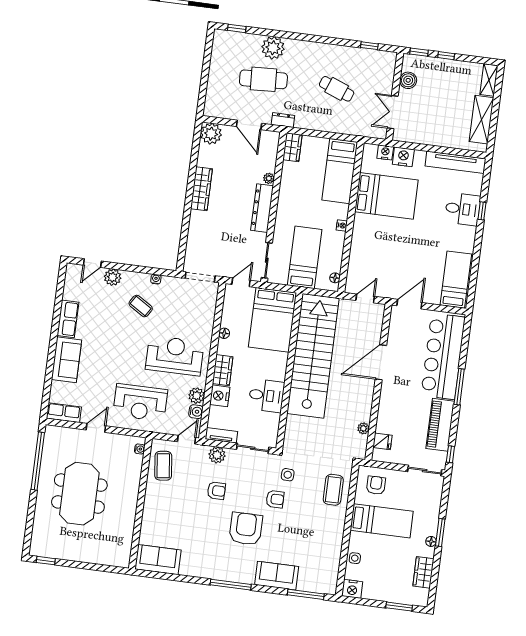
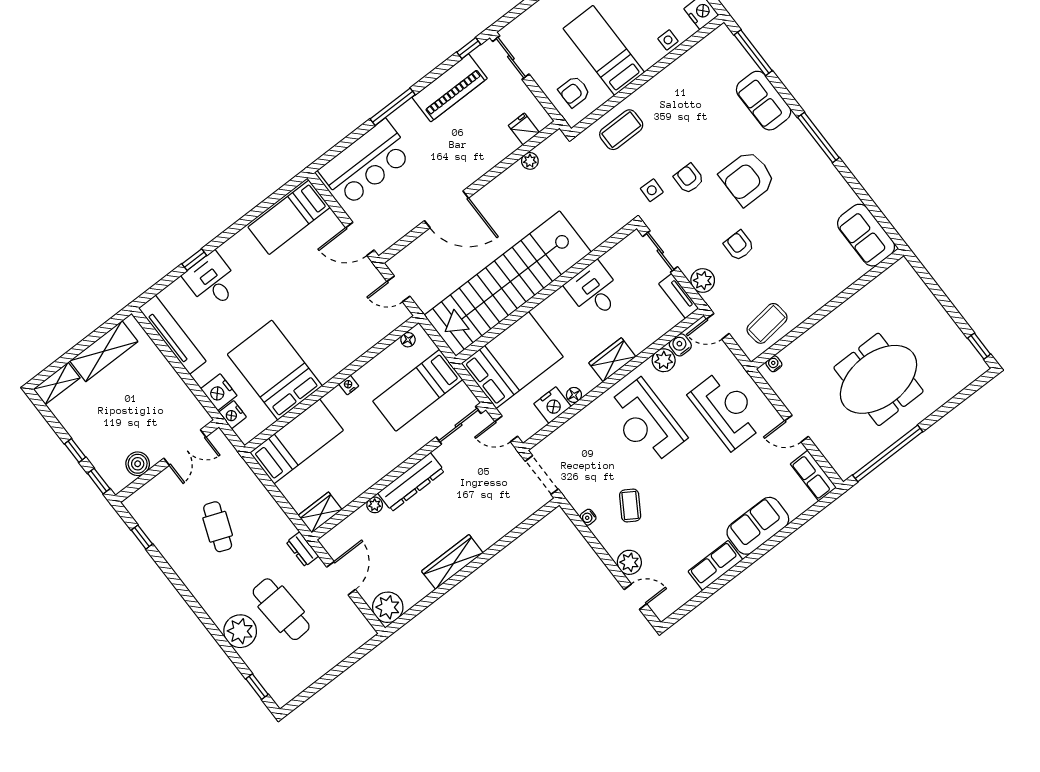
bar counter: (443, 356) -> (366, 163), width x0.73
nightstand: (220, 396) -> (552, 405), moved

